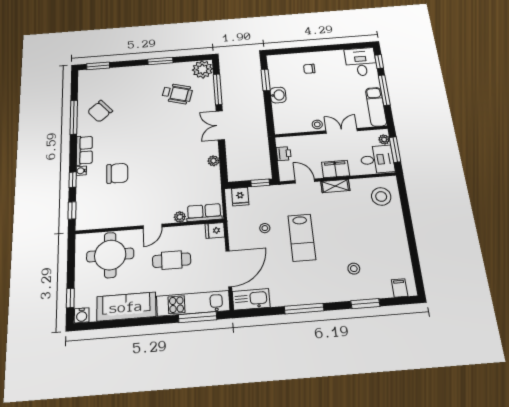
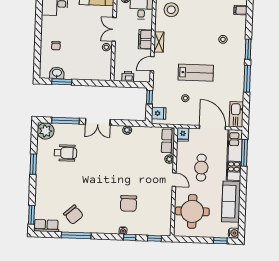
wheelchair: (177, 94) -> (65, 153), turned 74
washbasin: (278, 95) -> (57, 73), moved
row of seats: (84, 150) -> (46, 226), moved
chair: (117, 173) -> (129, 203), turned 180
window: (365, 304) -> (248, 49), moved

